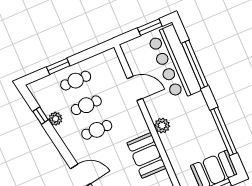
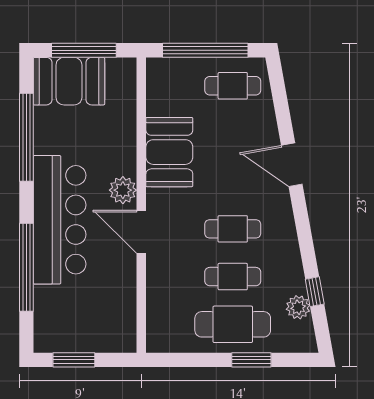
bar counter: (174, 63) -> (60, 220), moved
cafe table: (76, 81) -> (233, 324), width x1.37, depth x1.35
door: (135, 88) -> (141, 232), moved
plant: (55, 119) -> (298, 307), moved

